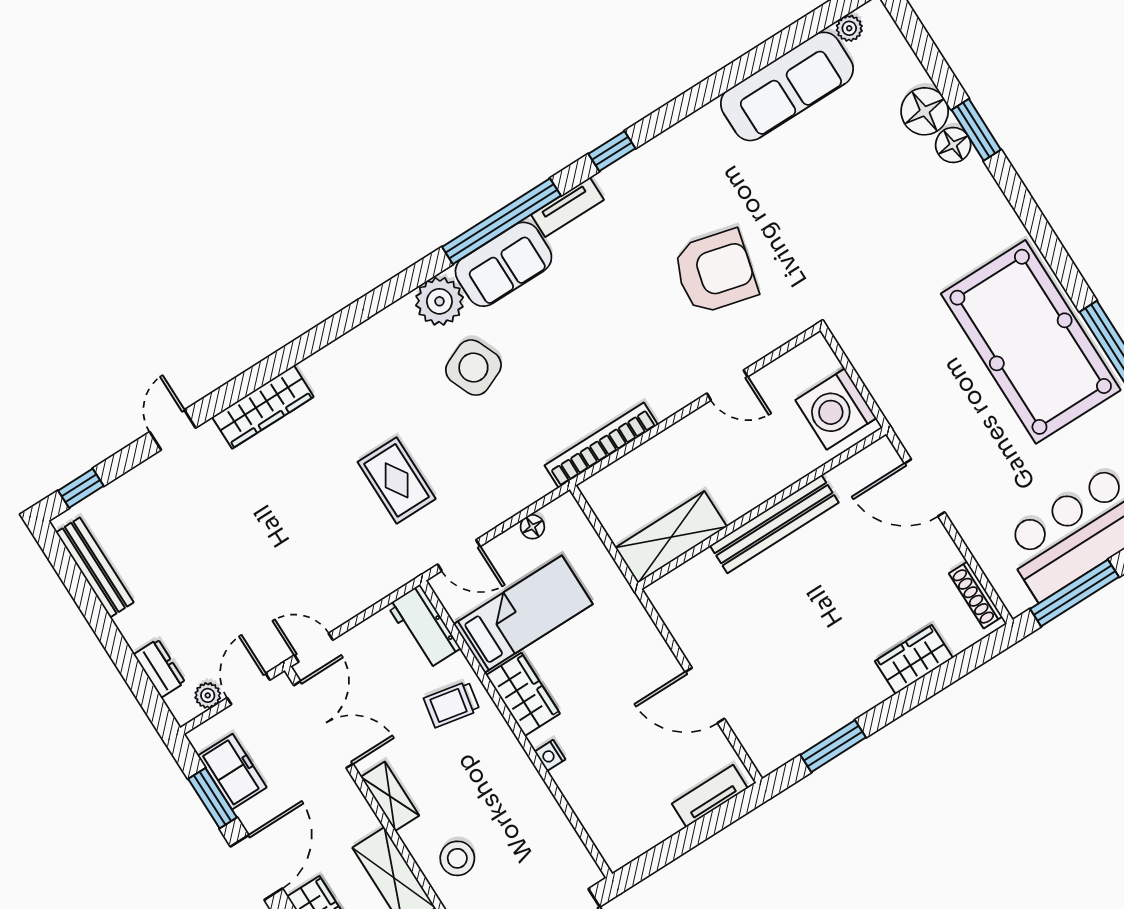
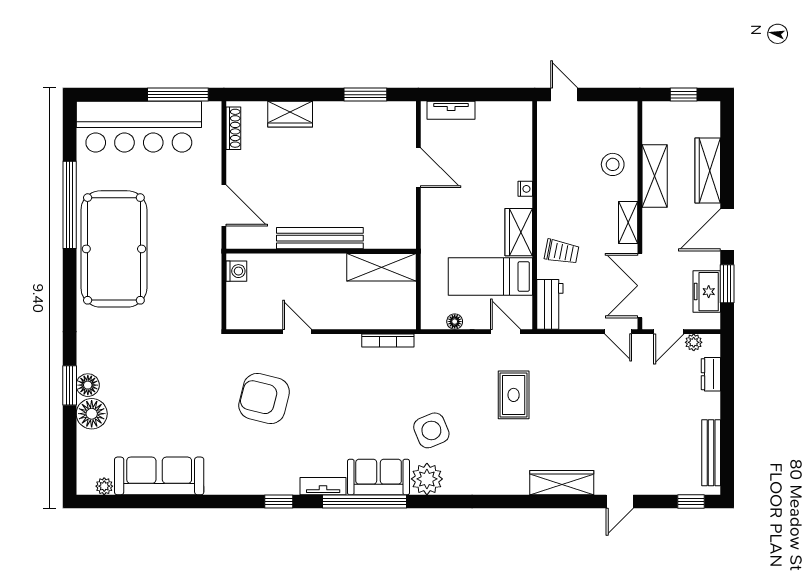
washing machine: (836, 409) -> (236, 271), width x0.53, depth x0.53
bookcase: (601, 445) -> (388, 340), width x0.68, depth x0.76

